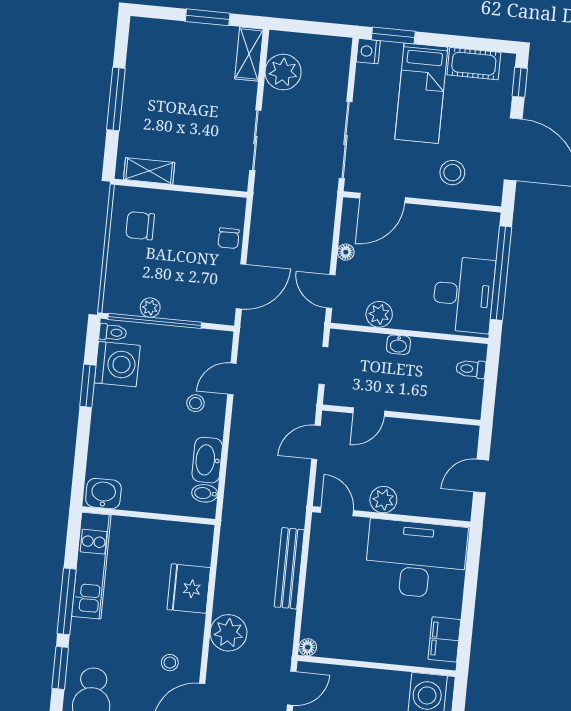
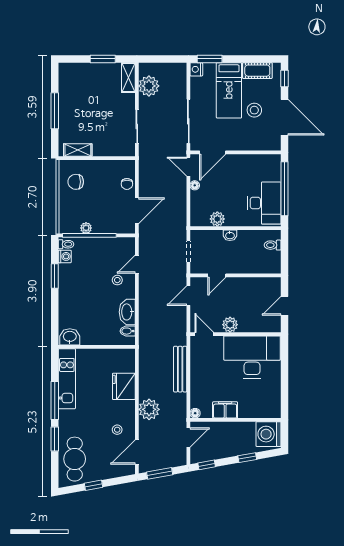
stool: (452, 173) -> (254, 110), moved
door: (331, 292) -> (188, 167), moved
washing machine: (117, 364) -> (65, 256), width x0.53, depth x0.53
filing cabinet: (444, 639) -> (225, 410), moved, turned 90

